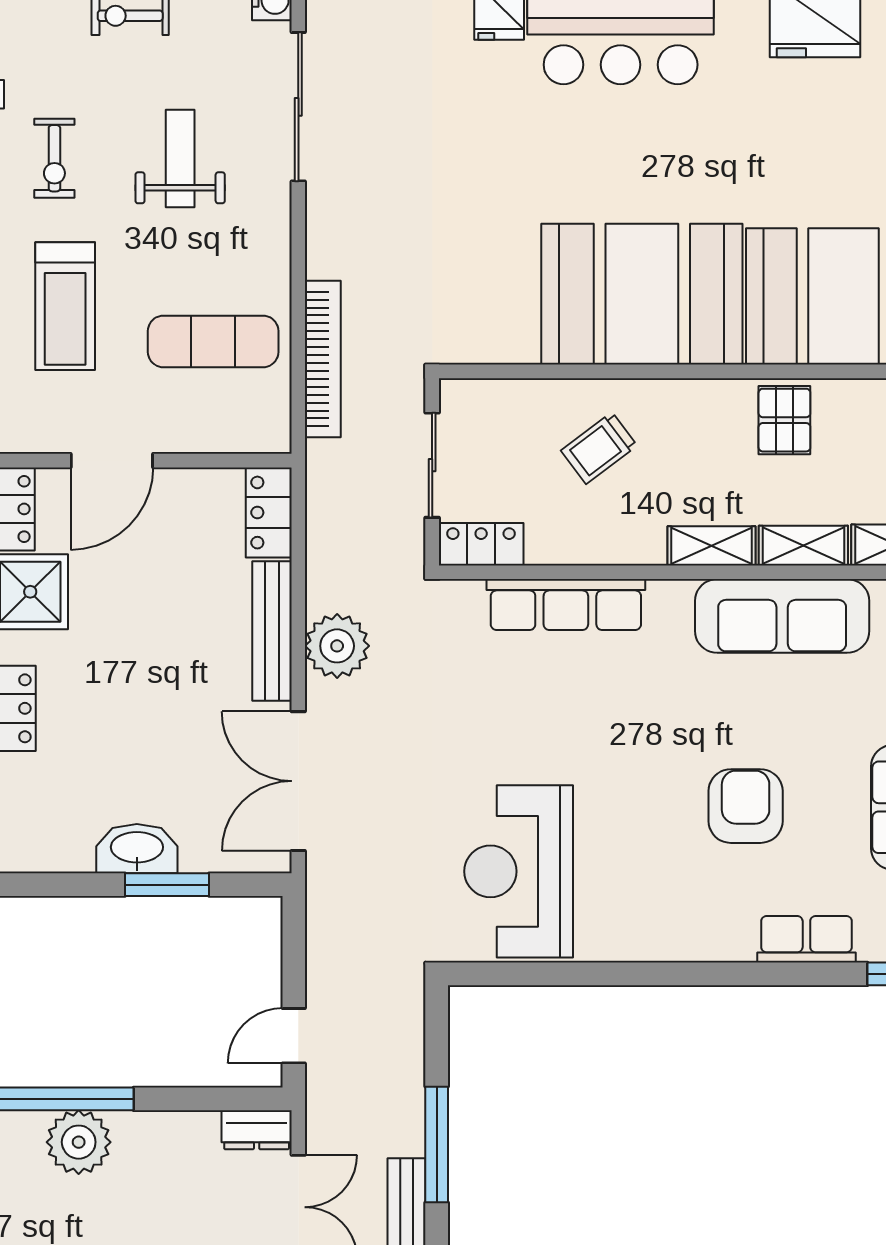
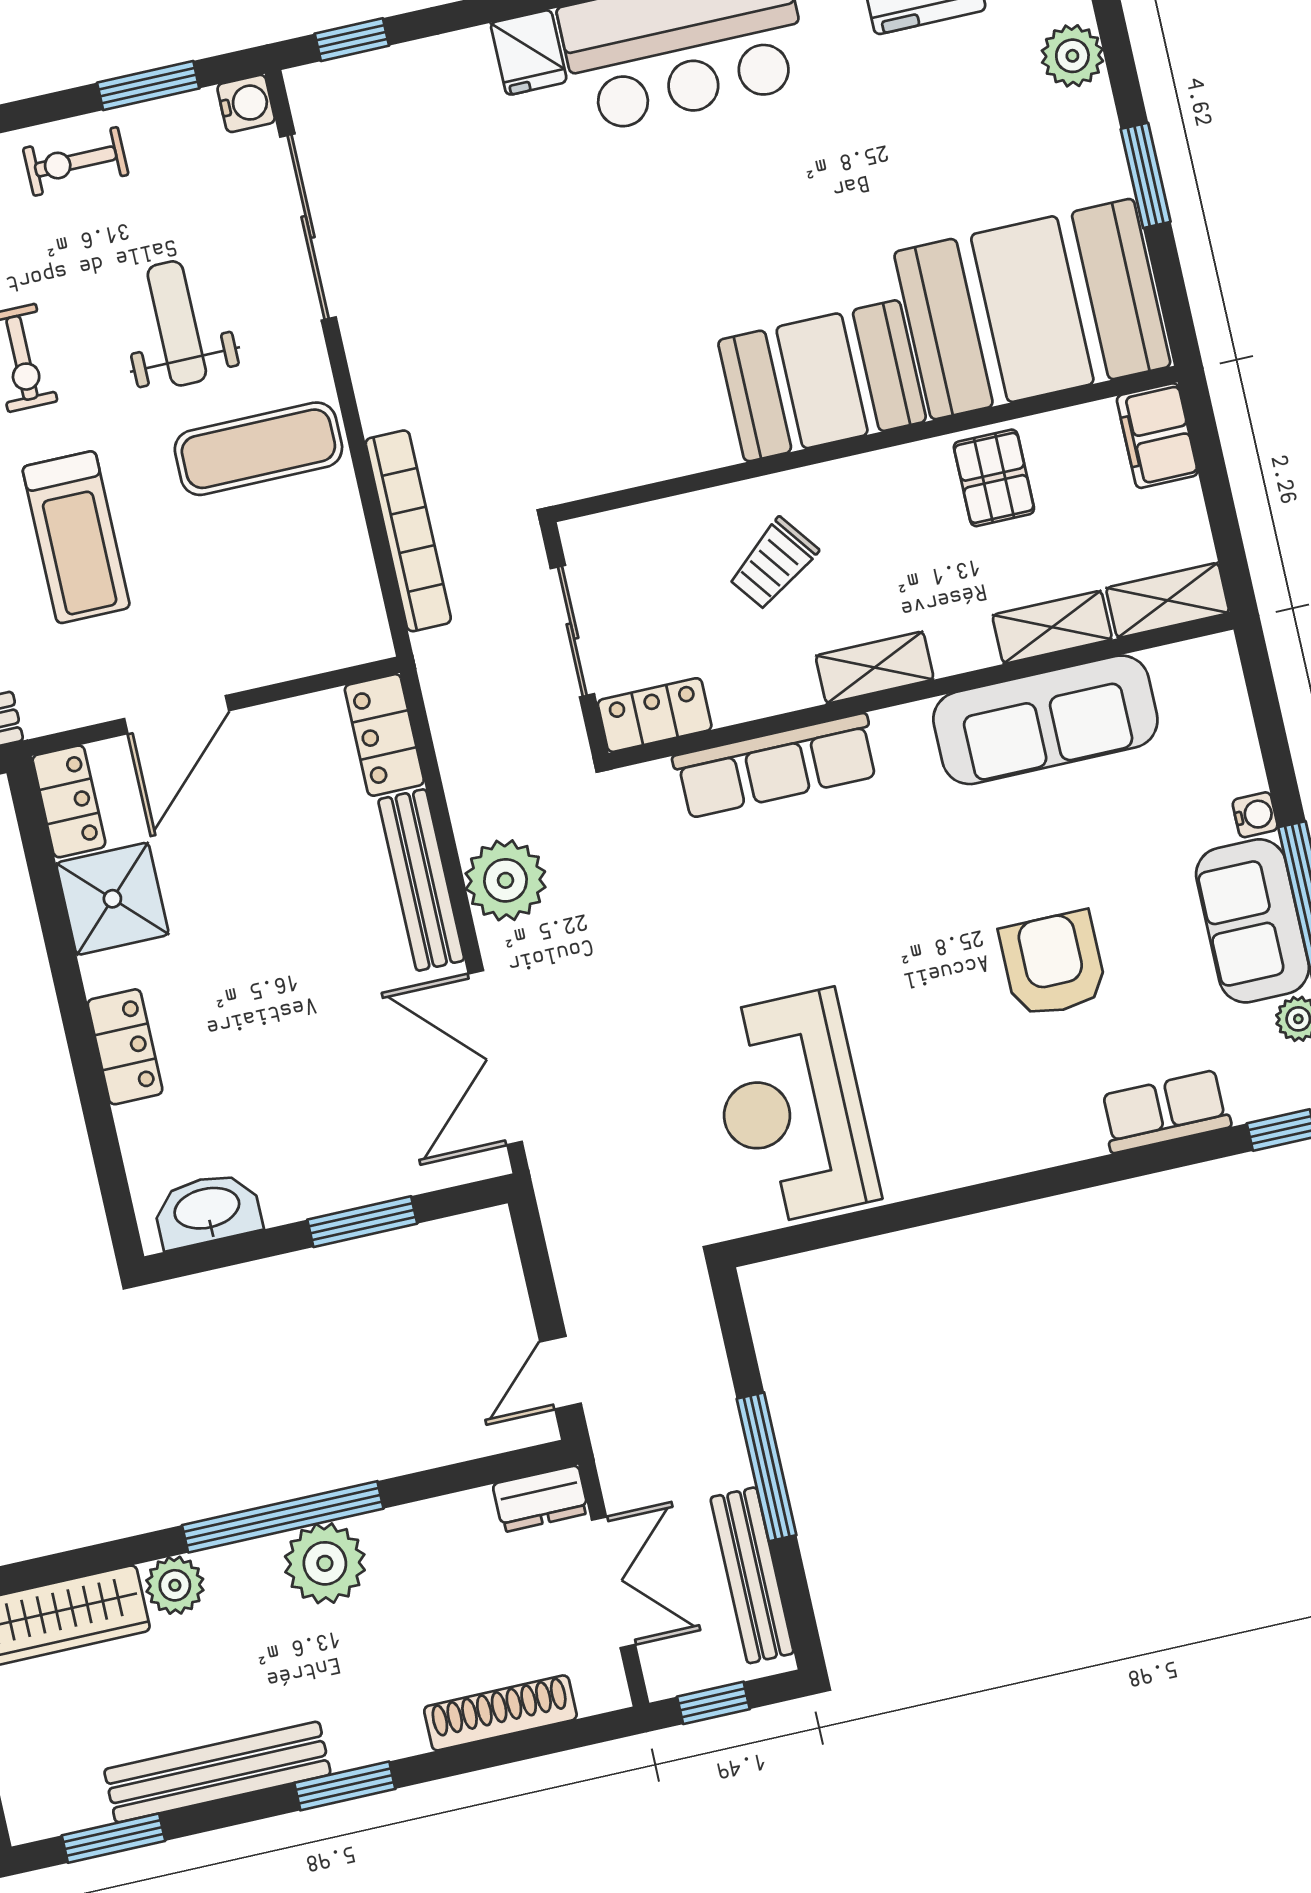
booth: (642, 294) -> (822, 381), width x0.73, depth x0.70
exercise mat: (213, 341) -> (258, 449), moved
shelving: (712, 546) -> (875, 668), moved
washbasin: (137, 849) -> (207, 1210), moved

